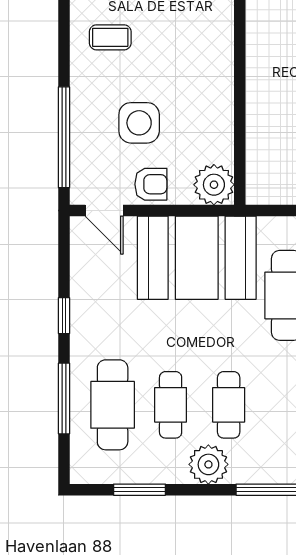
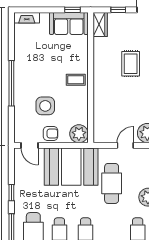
coffee table: (110, 37) -> (76, 80), moved
window: (64, 137) -> (11, 83), moved

